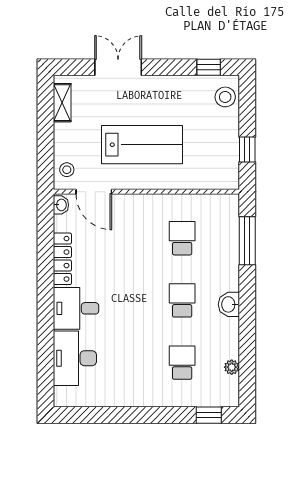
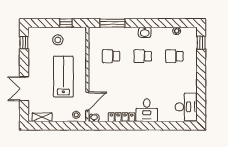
stool: (225, 97) -> (58, 40), moved
desk: (75, 358) -> (186, 107), moved, turned -90

